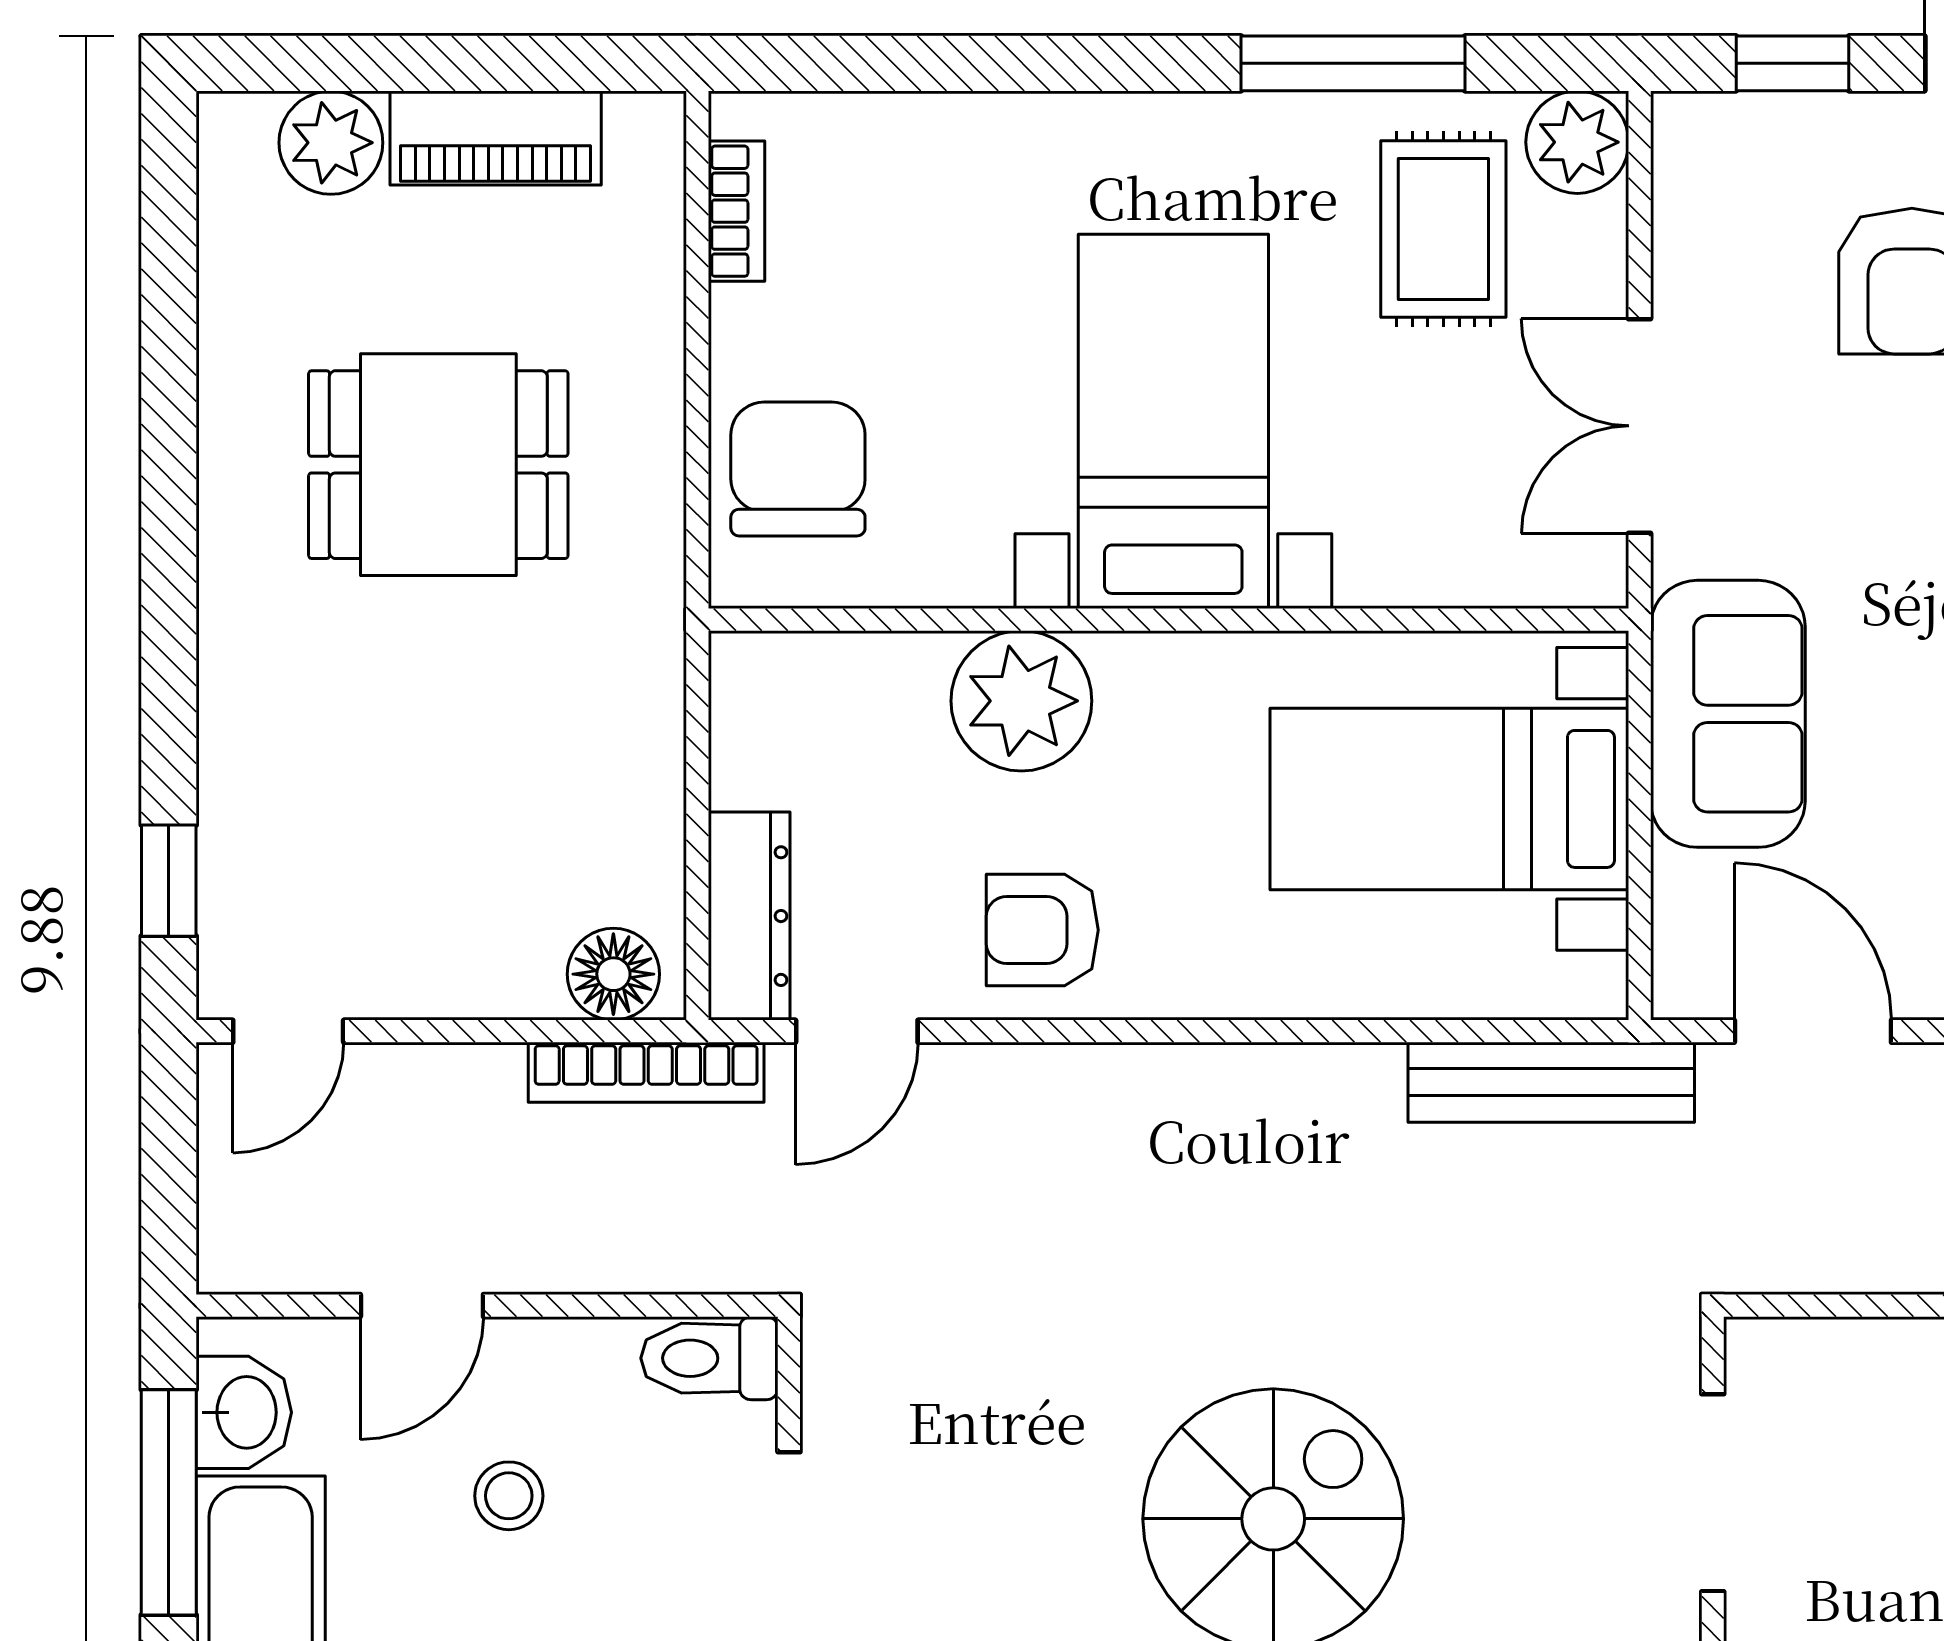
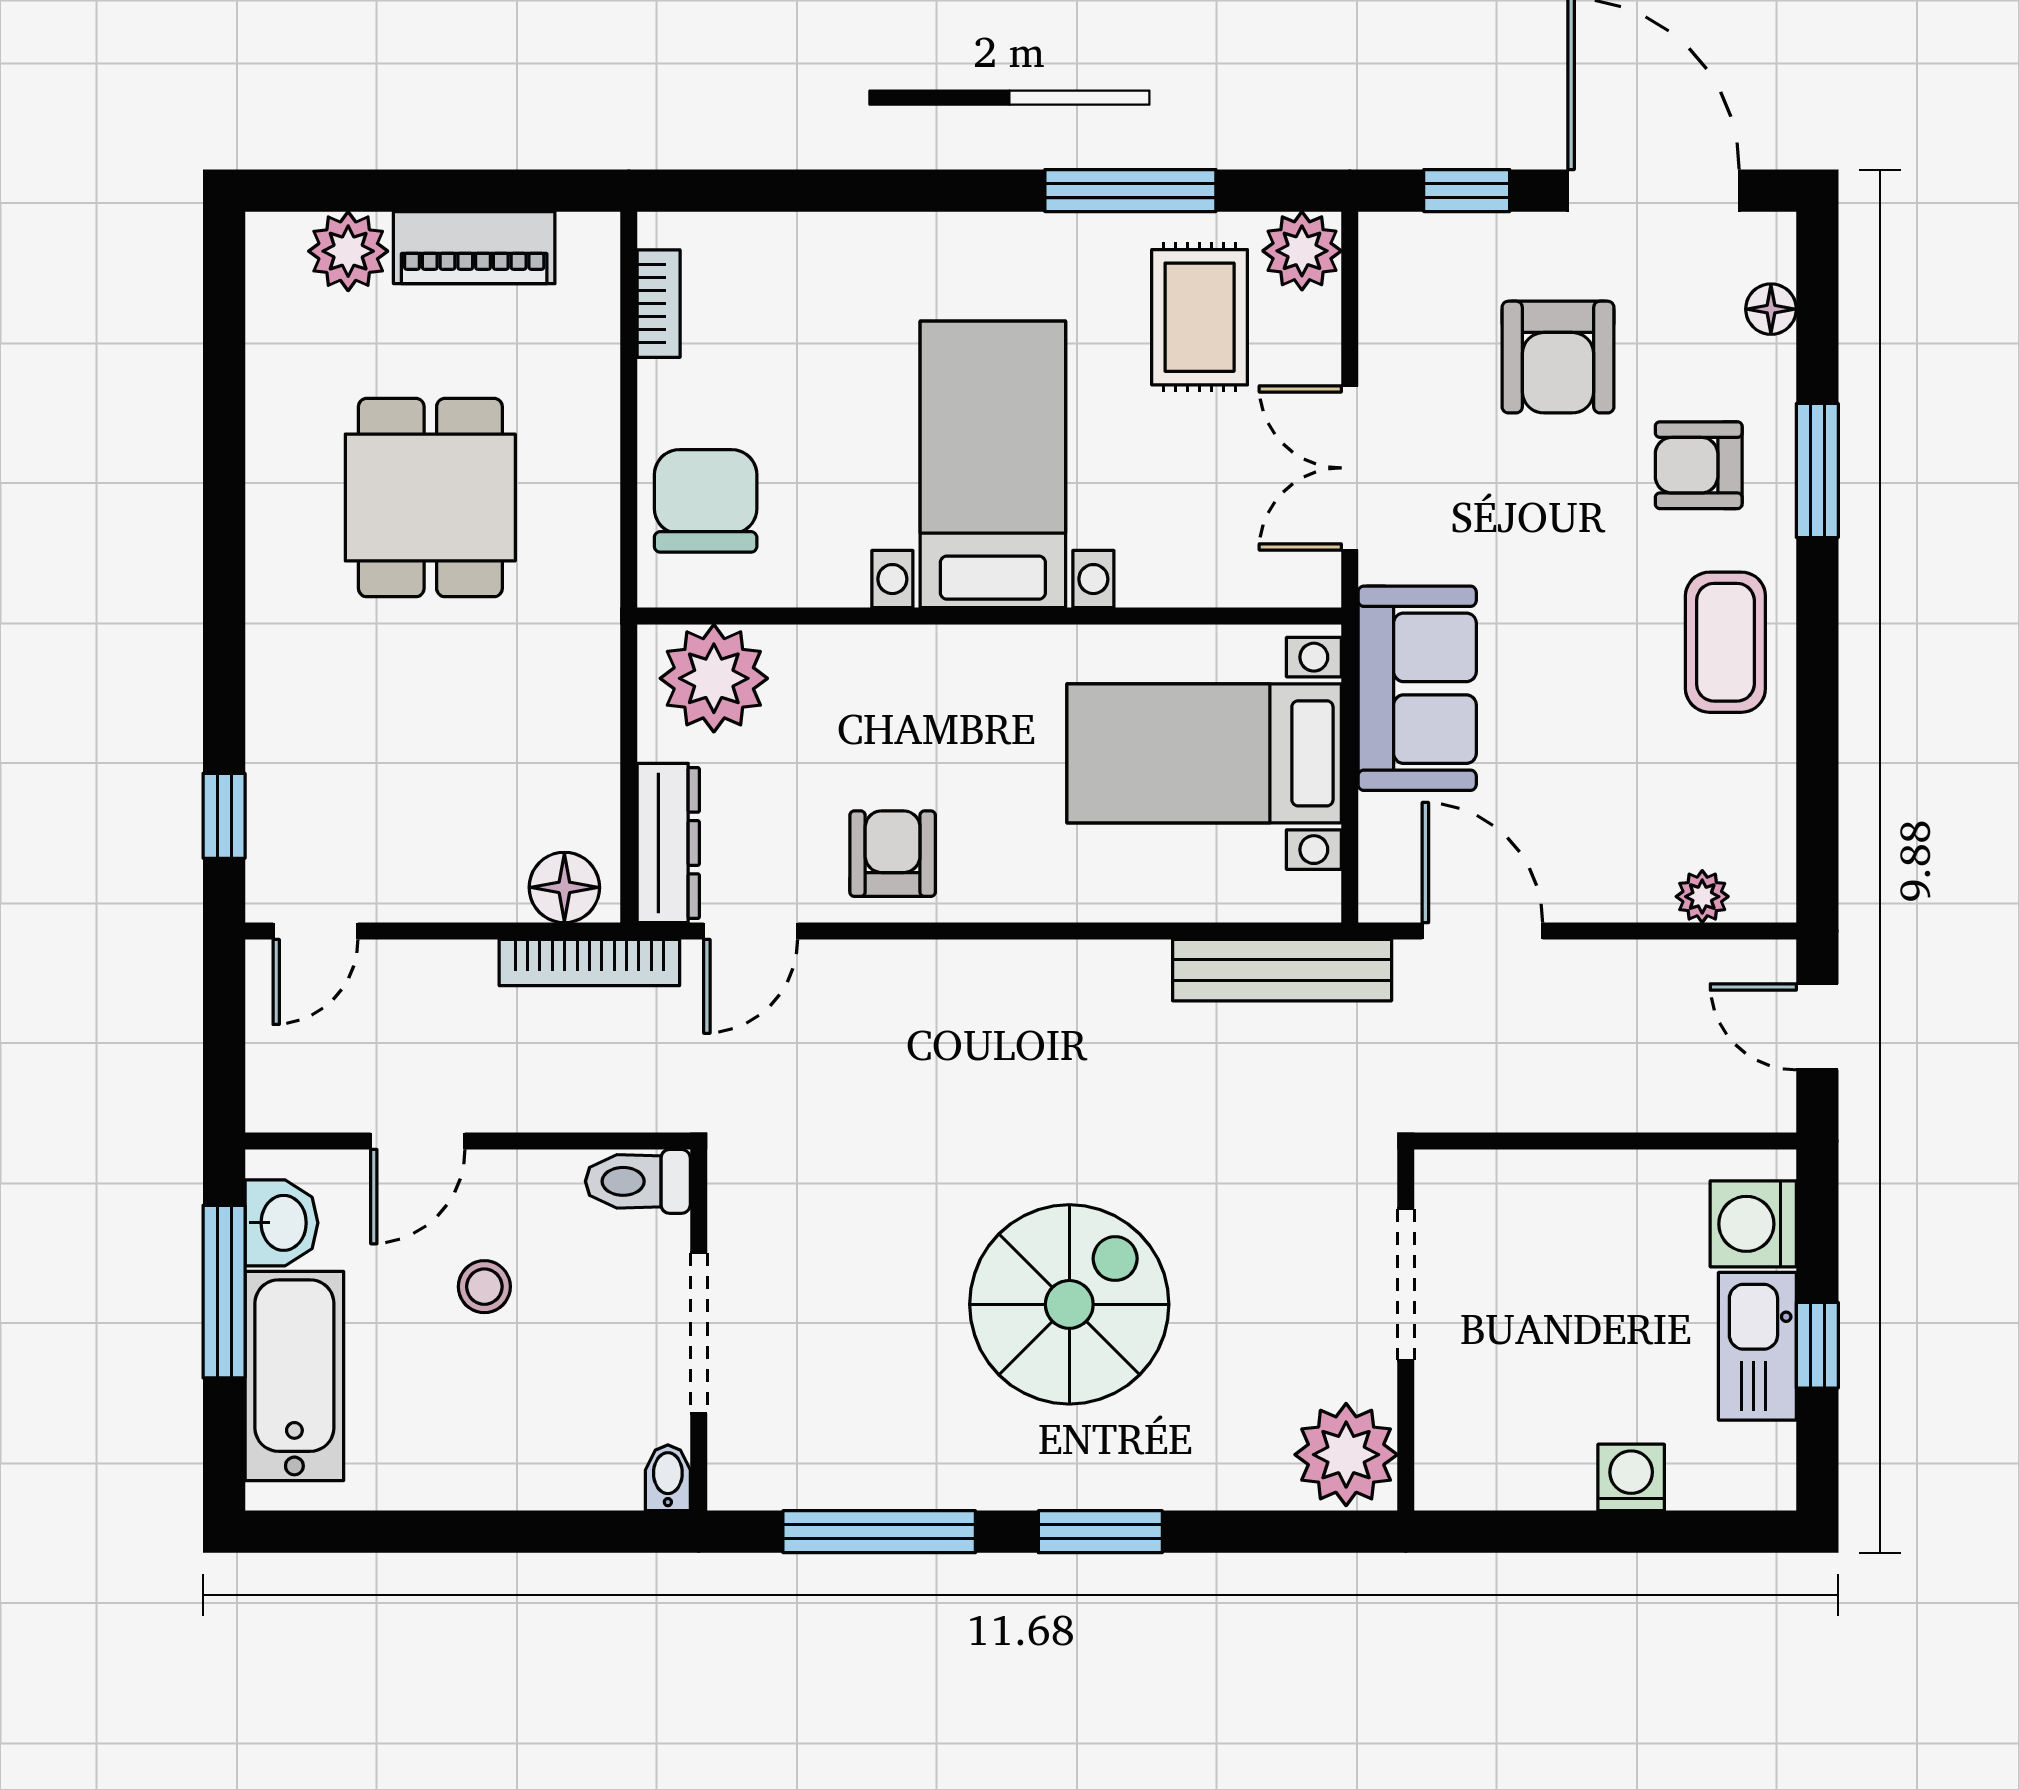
dining table: (438, 465) -> (430, 498), turned 90
plant: (1021, 701) -> (714, 678), moved
armchair: (1042, 930) -> (893, 854), turned 90

